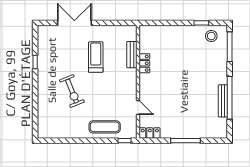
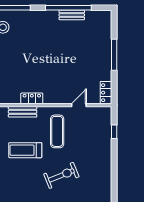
bench: (223, 101) -> (72, 15), width x0.73
exercise mat: (105, 127) -> (57, 131), moved
window: (124, 141) -> (114, 132), moved

